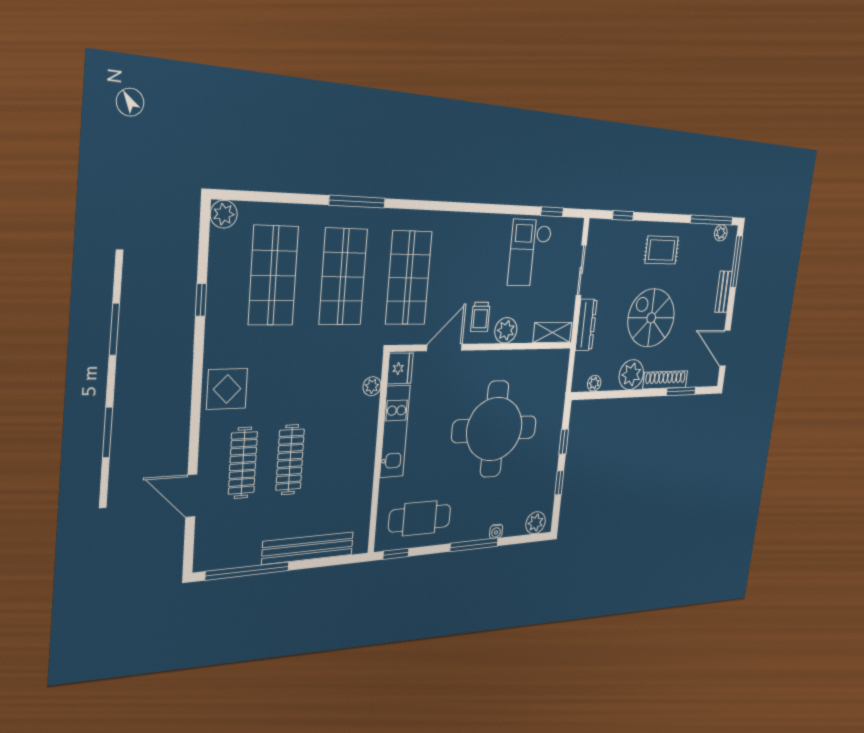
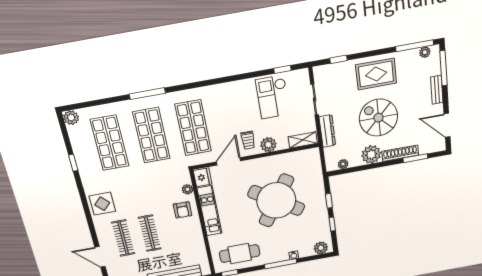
rug: (662, 250) -> (376, 74), width x1.36, depth x1.43
armchair: (354, 423) -> (183, 210), added
round table: (494, 429) -> (276, 201), turned 33

